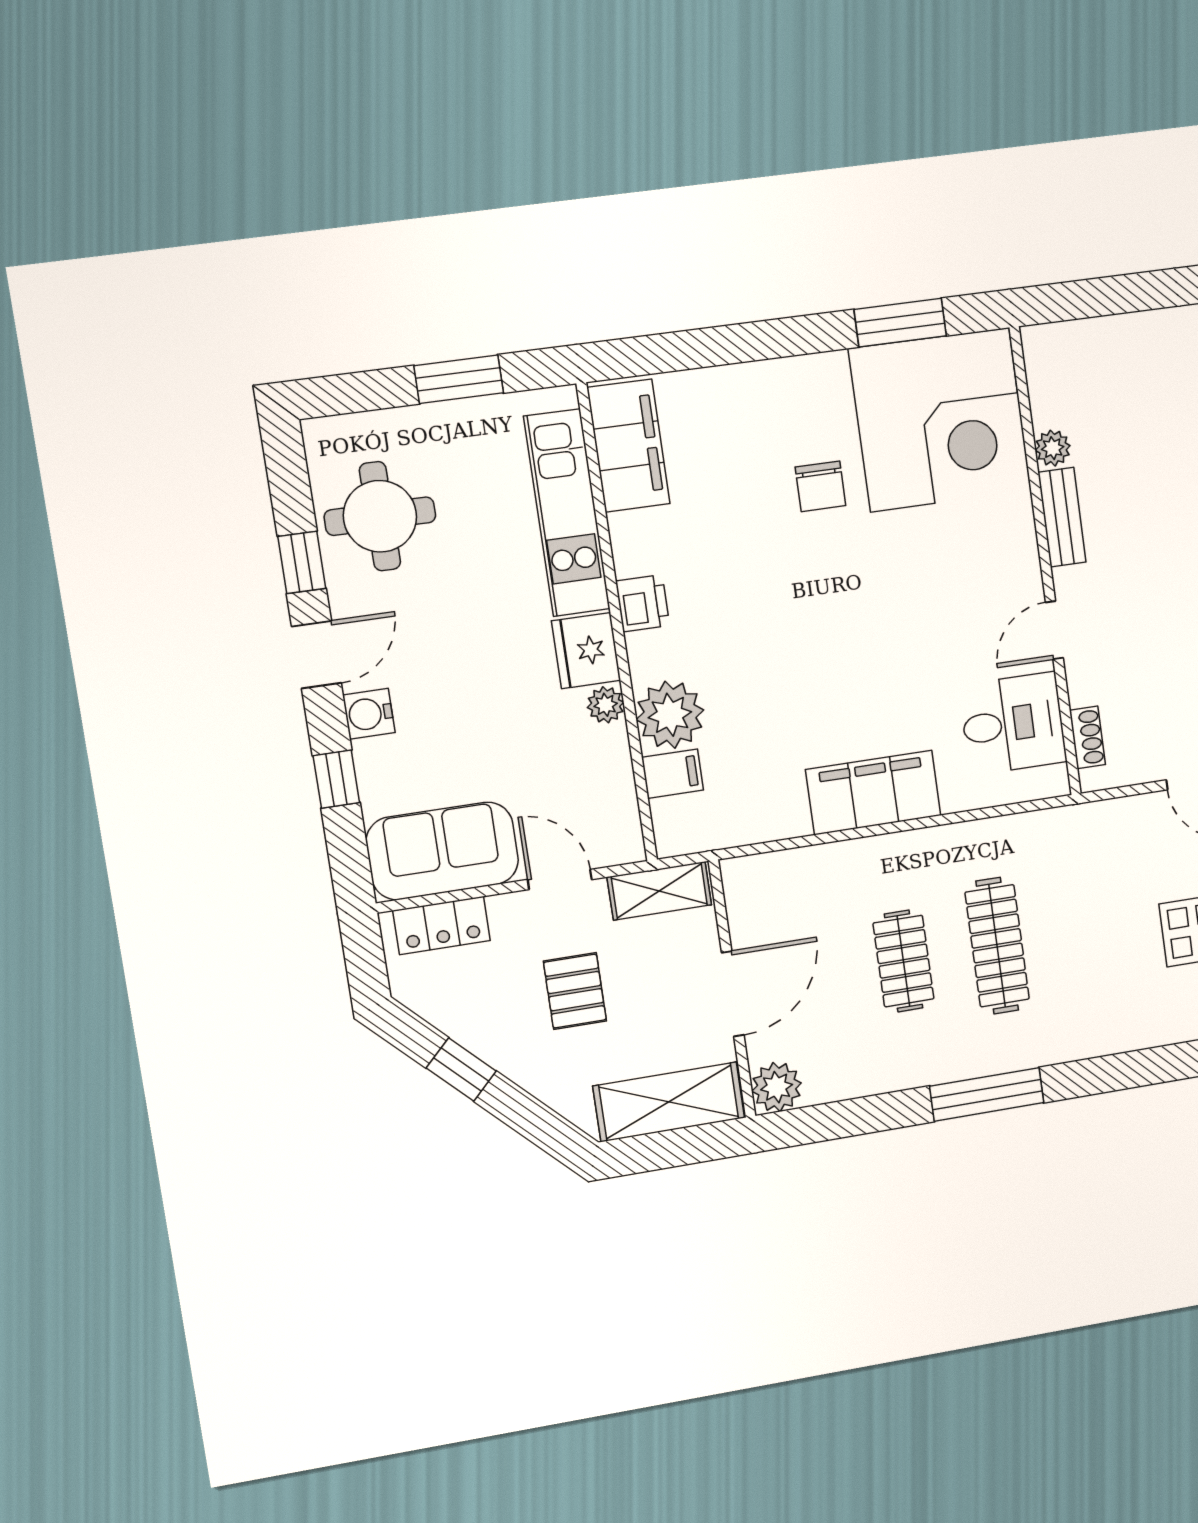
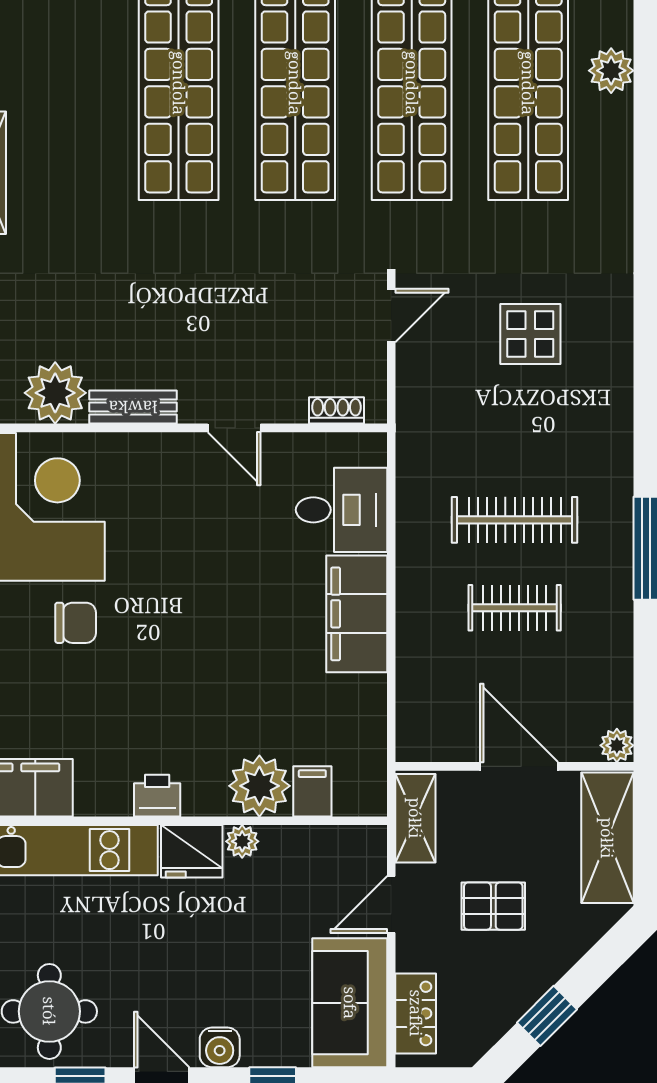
plant: (1053, 448) -> (55, 393), width x1.88, depth x1.88
desk: (1013, 724) -> (342, 510), moved, turned 90
plant: (777, 1087) -> (617, 745), width x0.73, depth x0.73

